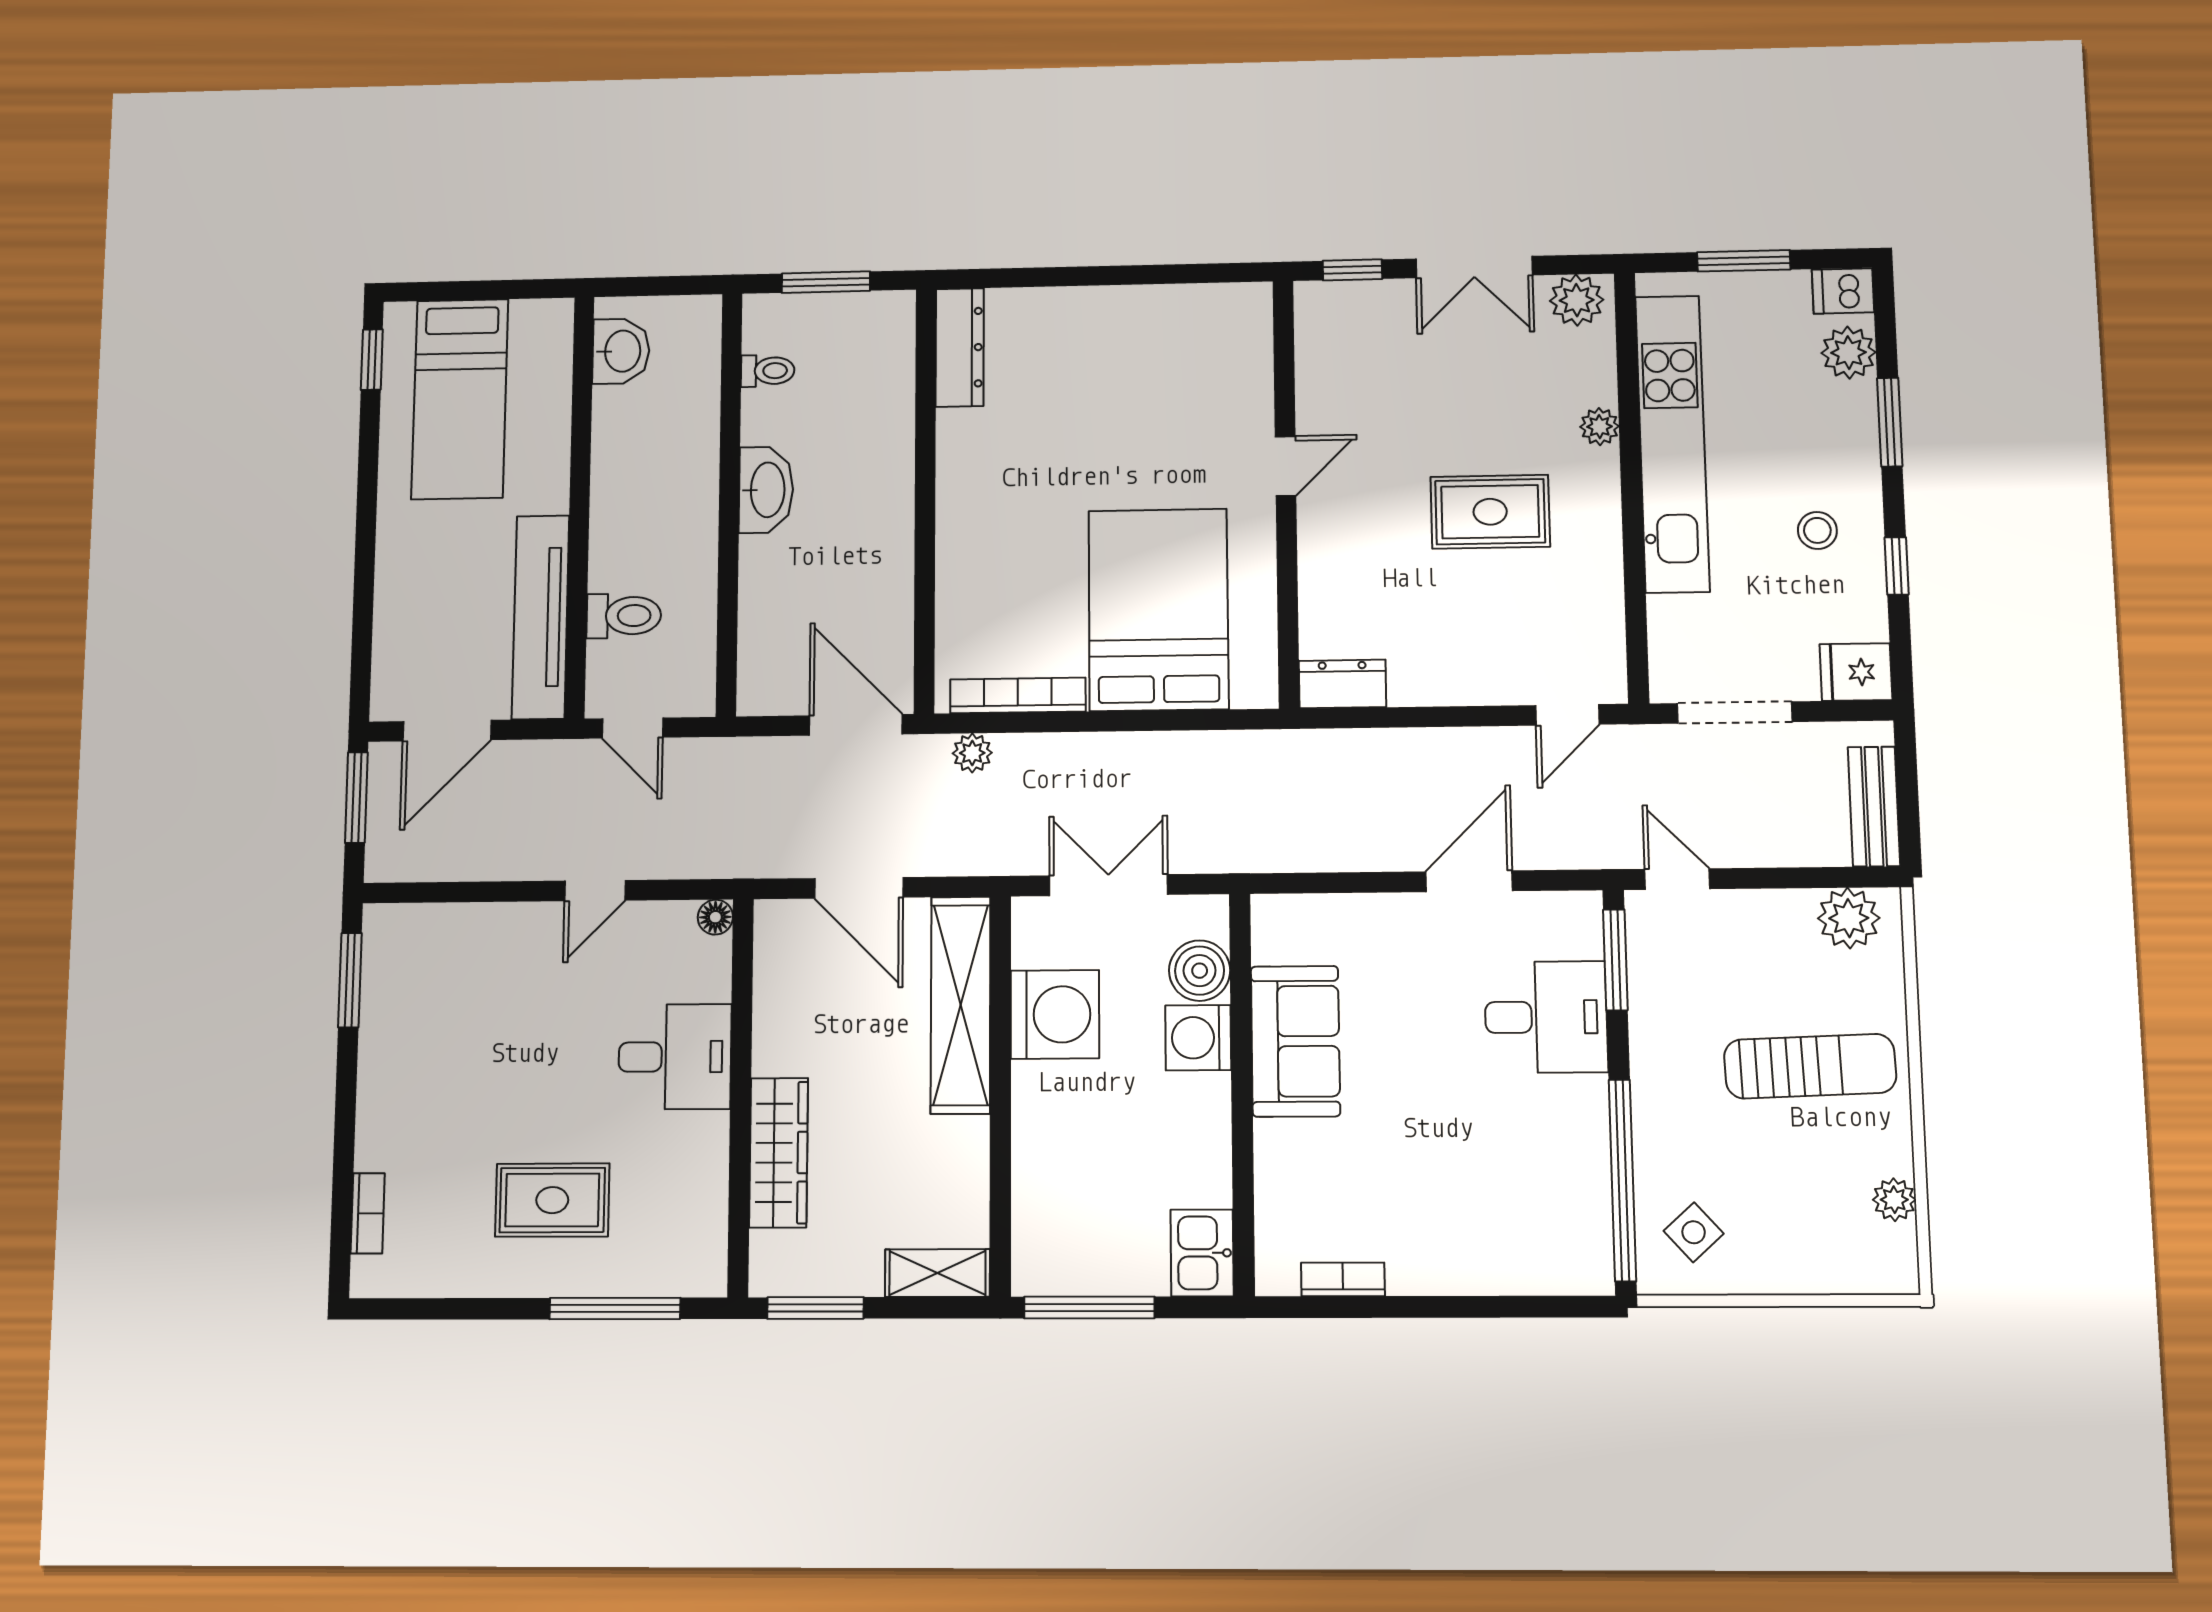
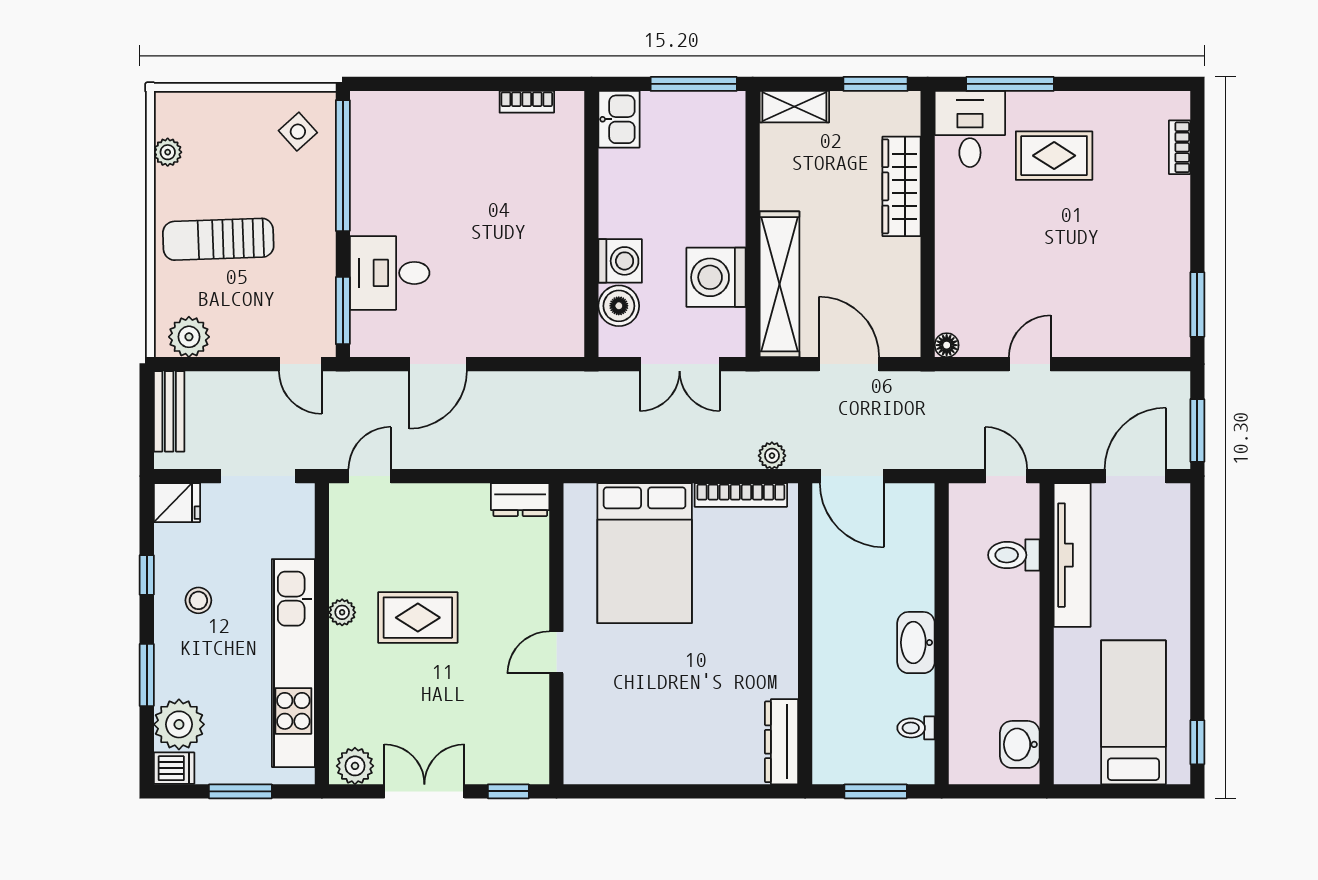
plant: (1848, 353) -> (179, 724), width x1.36, depth x1.36
plant: (1600, 427) -> (342, 612), moved
sofa: (1295, 1041) -> (556, 258), removed
desk: (675, 1057) -> (970, 129), moved, turned 90

